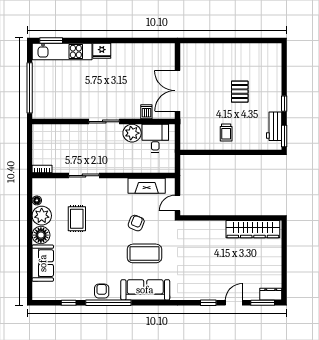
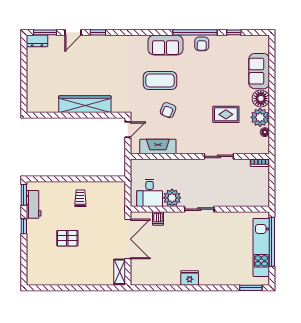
kitchen unit: (62, 51) -> (261, 247), moved, turned -90
fridge: (102, 51) -> (190, 278), moved
shelving: (186, 57) -> (120, 272), added
pallet: (240, 92) -> (67, 238), turned 90
rug: (77, 219) -> (226, 114), turned 90
wardrobe: (253, 229) -> (85, 104), moved
sofa: (145, 290) -> (166, 45), width x0.73

